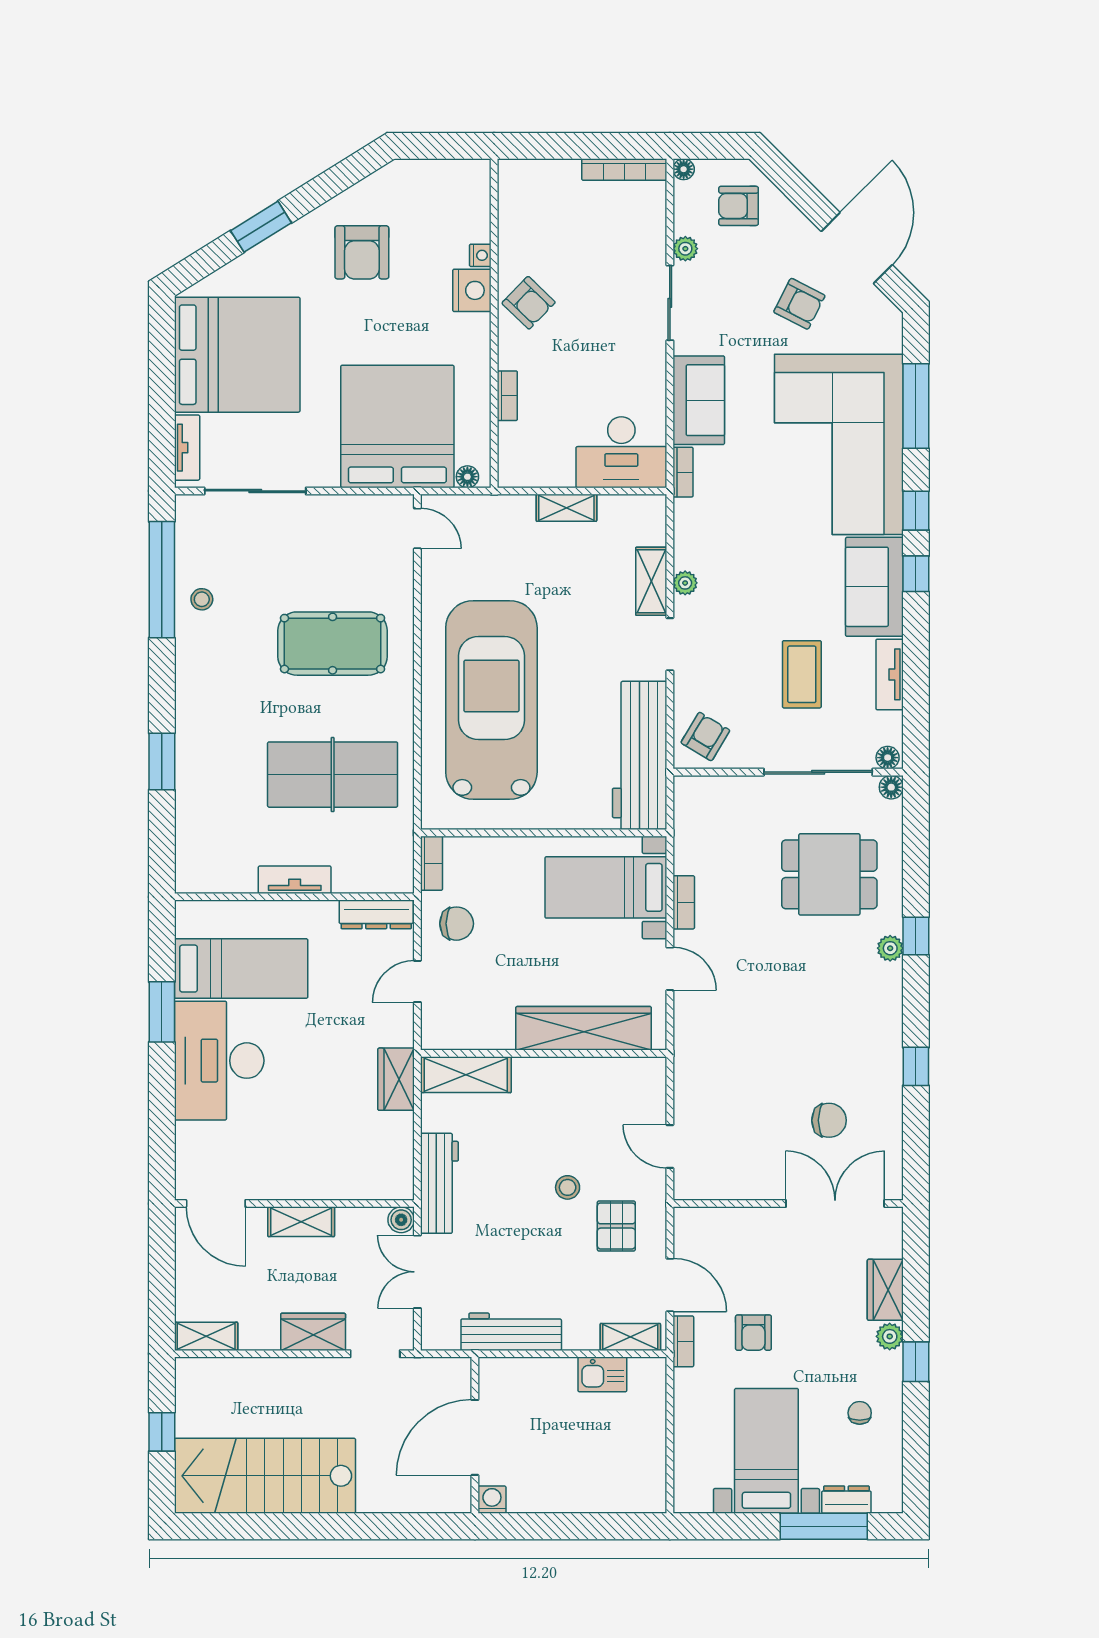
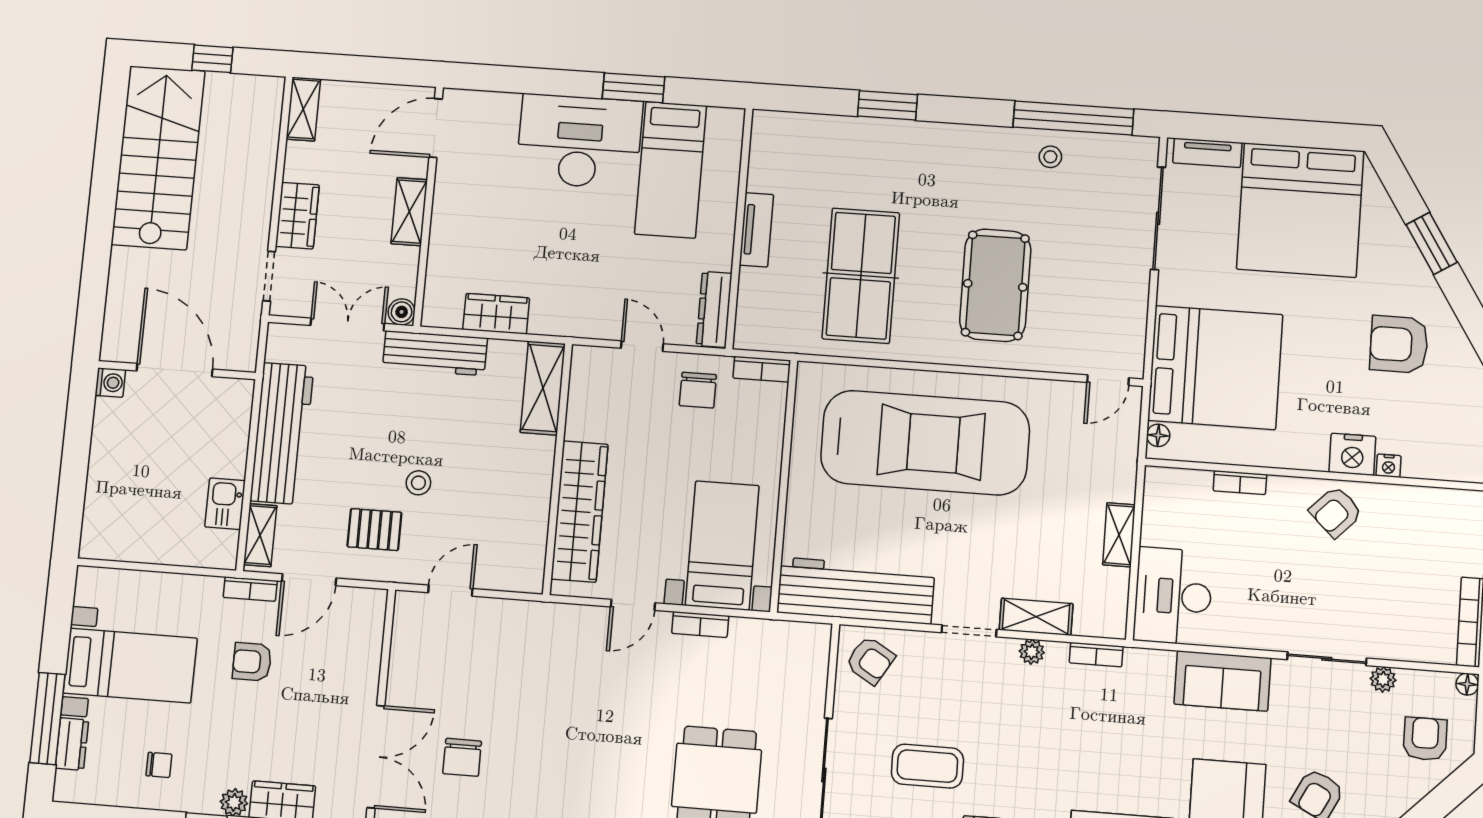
bookcase: (683, 472) -> (1096, 655), moved
wardrobe: (396, 1079) -> (496, 314), moved
workbench: (511, 1332) -> (282, 433), width x1.36, depth x1.32

